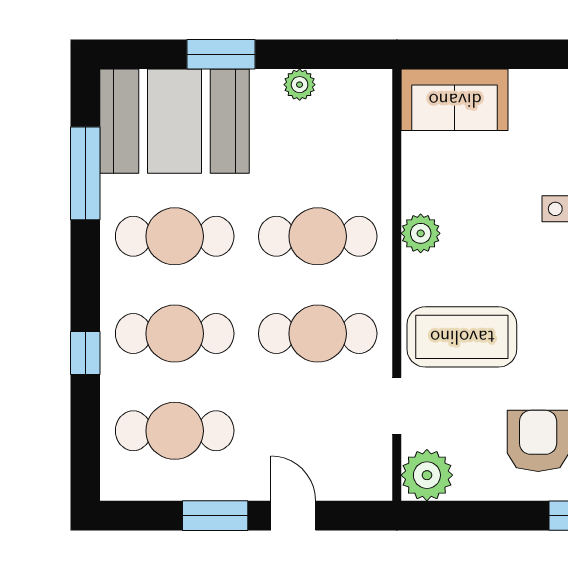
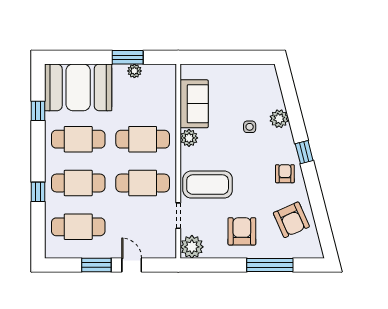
window: (221, 54) -> (128, 57), moved
sofa: (455, 100) -> (194, 104), moved, turned -90
window: (85, 173) -> (38, 111), width x0.46

